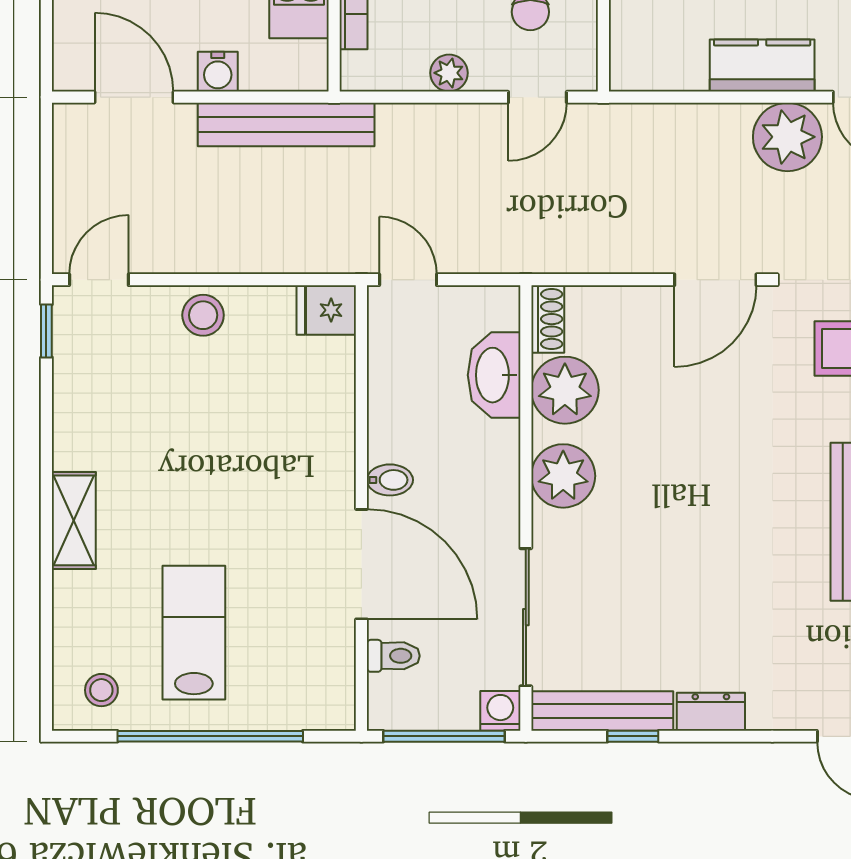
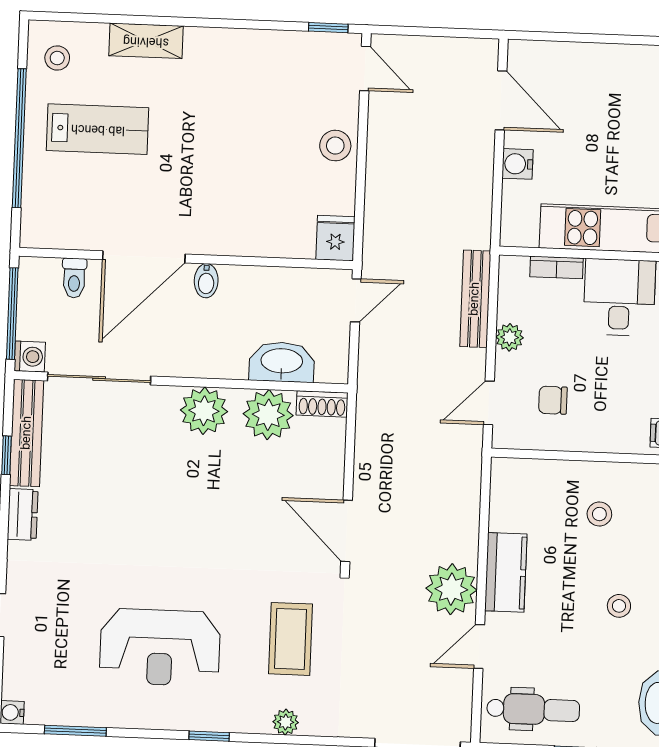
door: (134, 97) -> (501, 100), hinge flipped
door: (537, 97) -> (489, 403), hinge flipped
bench: (286, 125) -> (475, 299), moved, width x0.73, depth x0.82
shelving: (74, 520) -> (146, 41), moved

